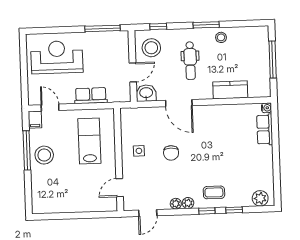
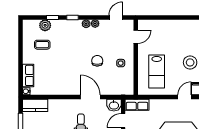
kitchen counter: (230, 90) -> (35, 105), moved
row of seats: (91, 96) -> (137, 105), moved
door: (50, 108) -> (185, 97), swing flipped
coffee table: (214, 192) -> (42, 45), moved
plant: (260, 198) -> (45, 25), moved

